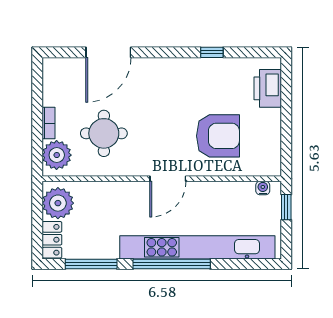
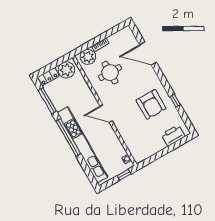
armchair: (218, 136) -> (151, 104), moved

